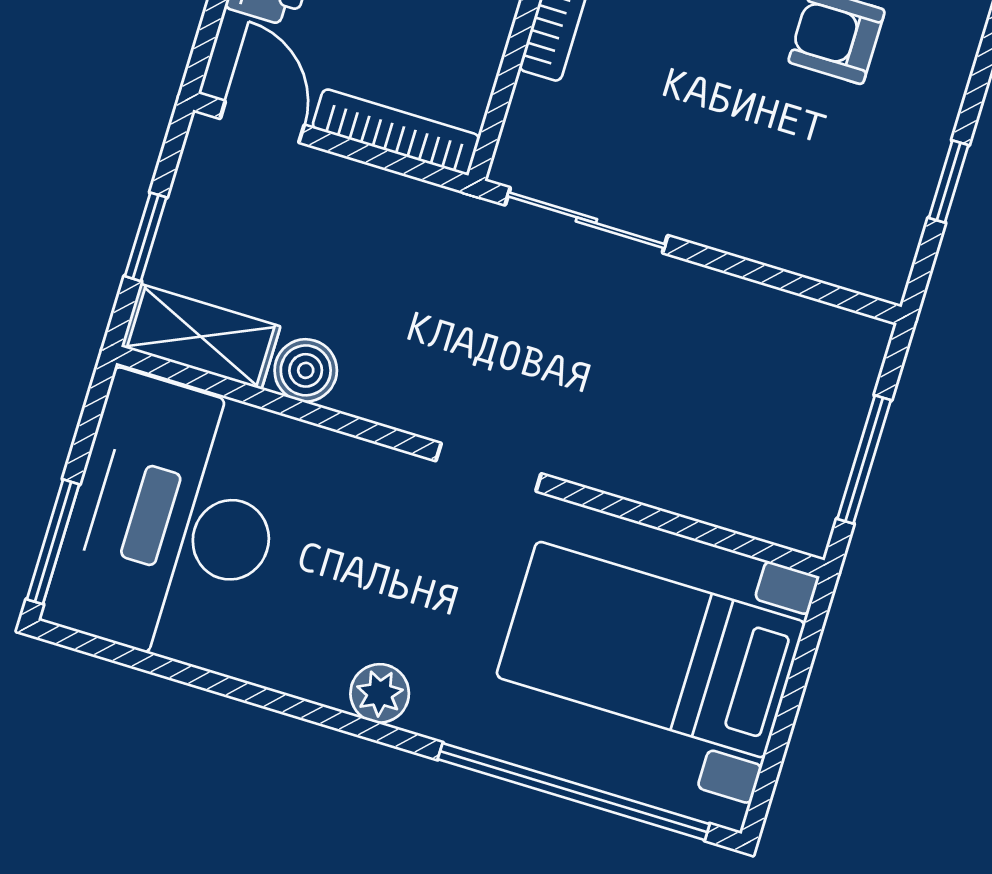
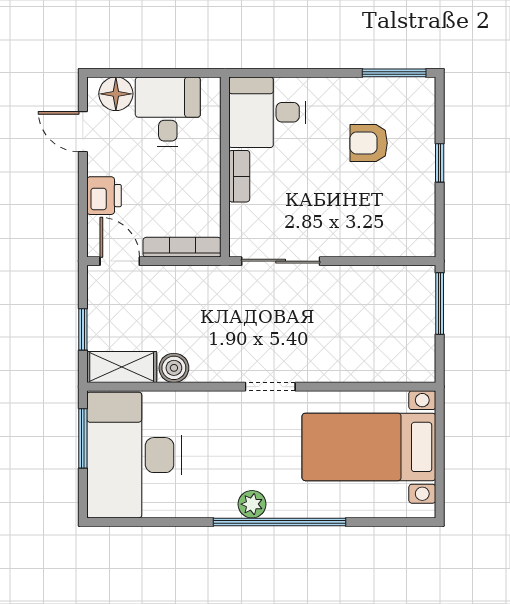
window: (949, 181) -> (440, 163), moved
window: (864, 460) -> (440, 303), moved
window: (53, 542) -> (83, 438), moved
window: (574, 792) -> (279, 522), moved

